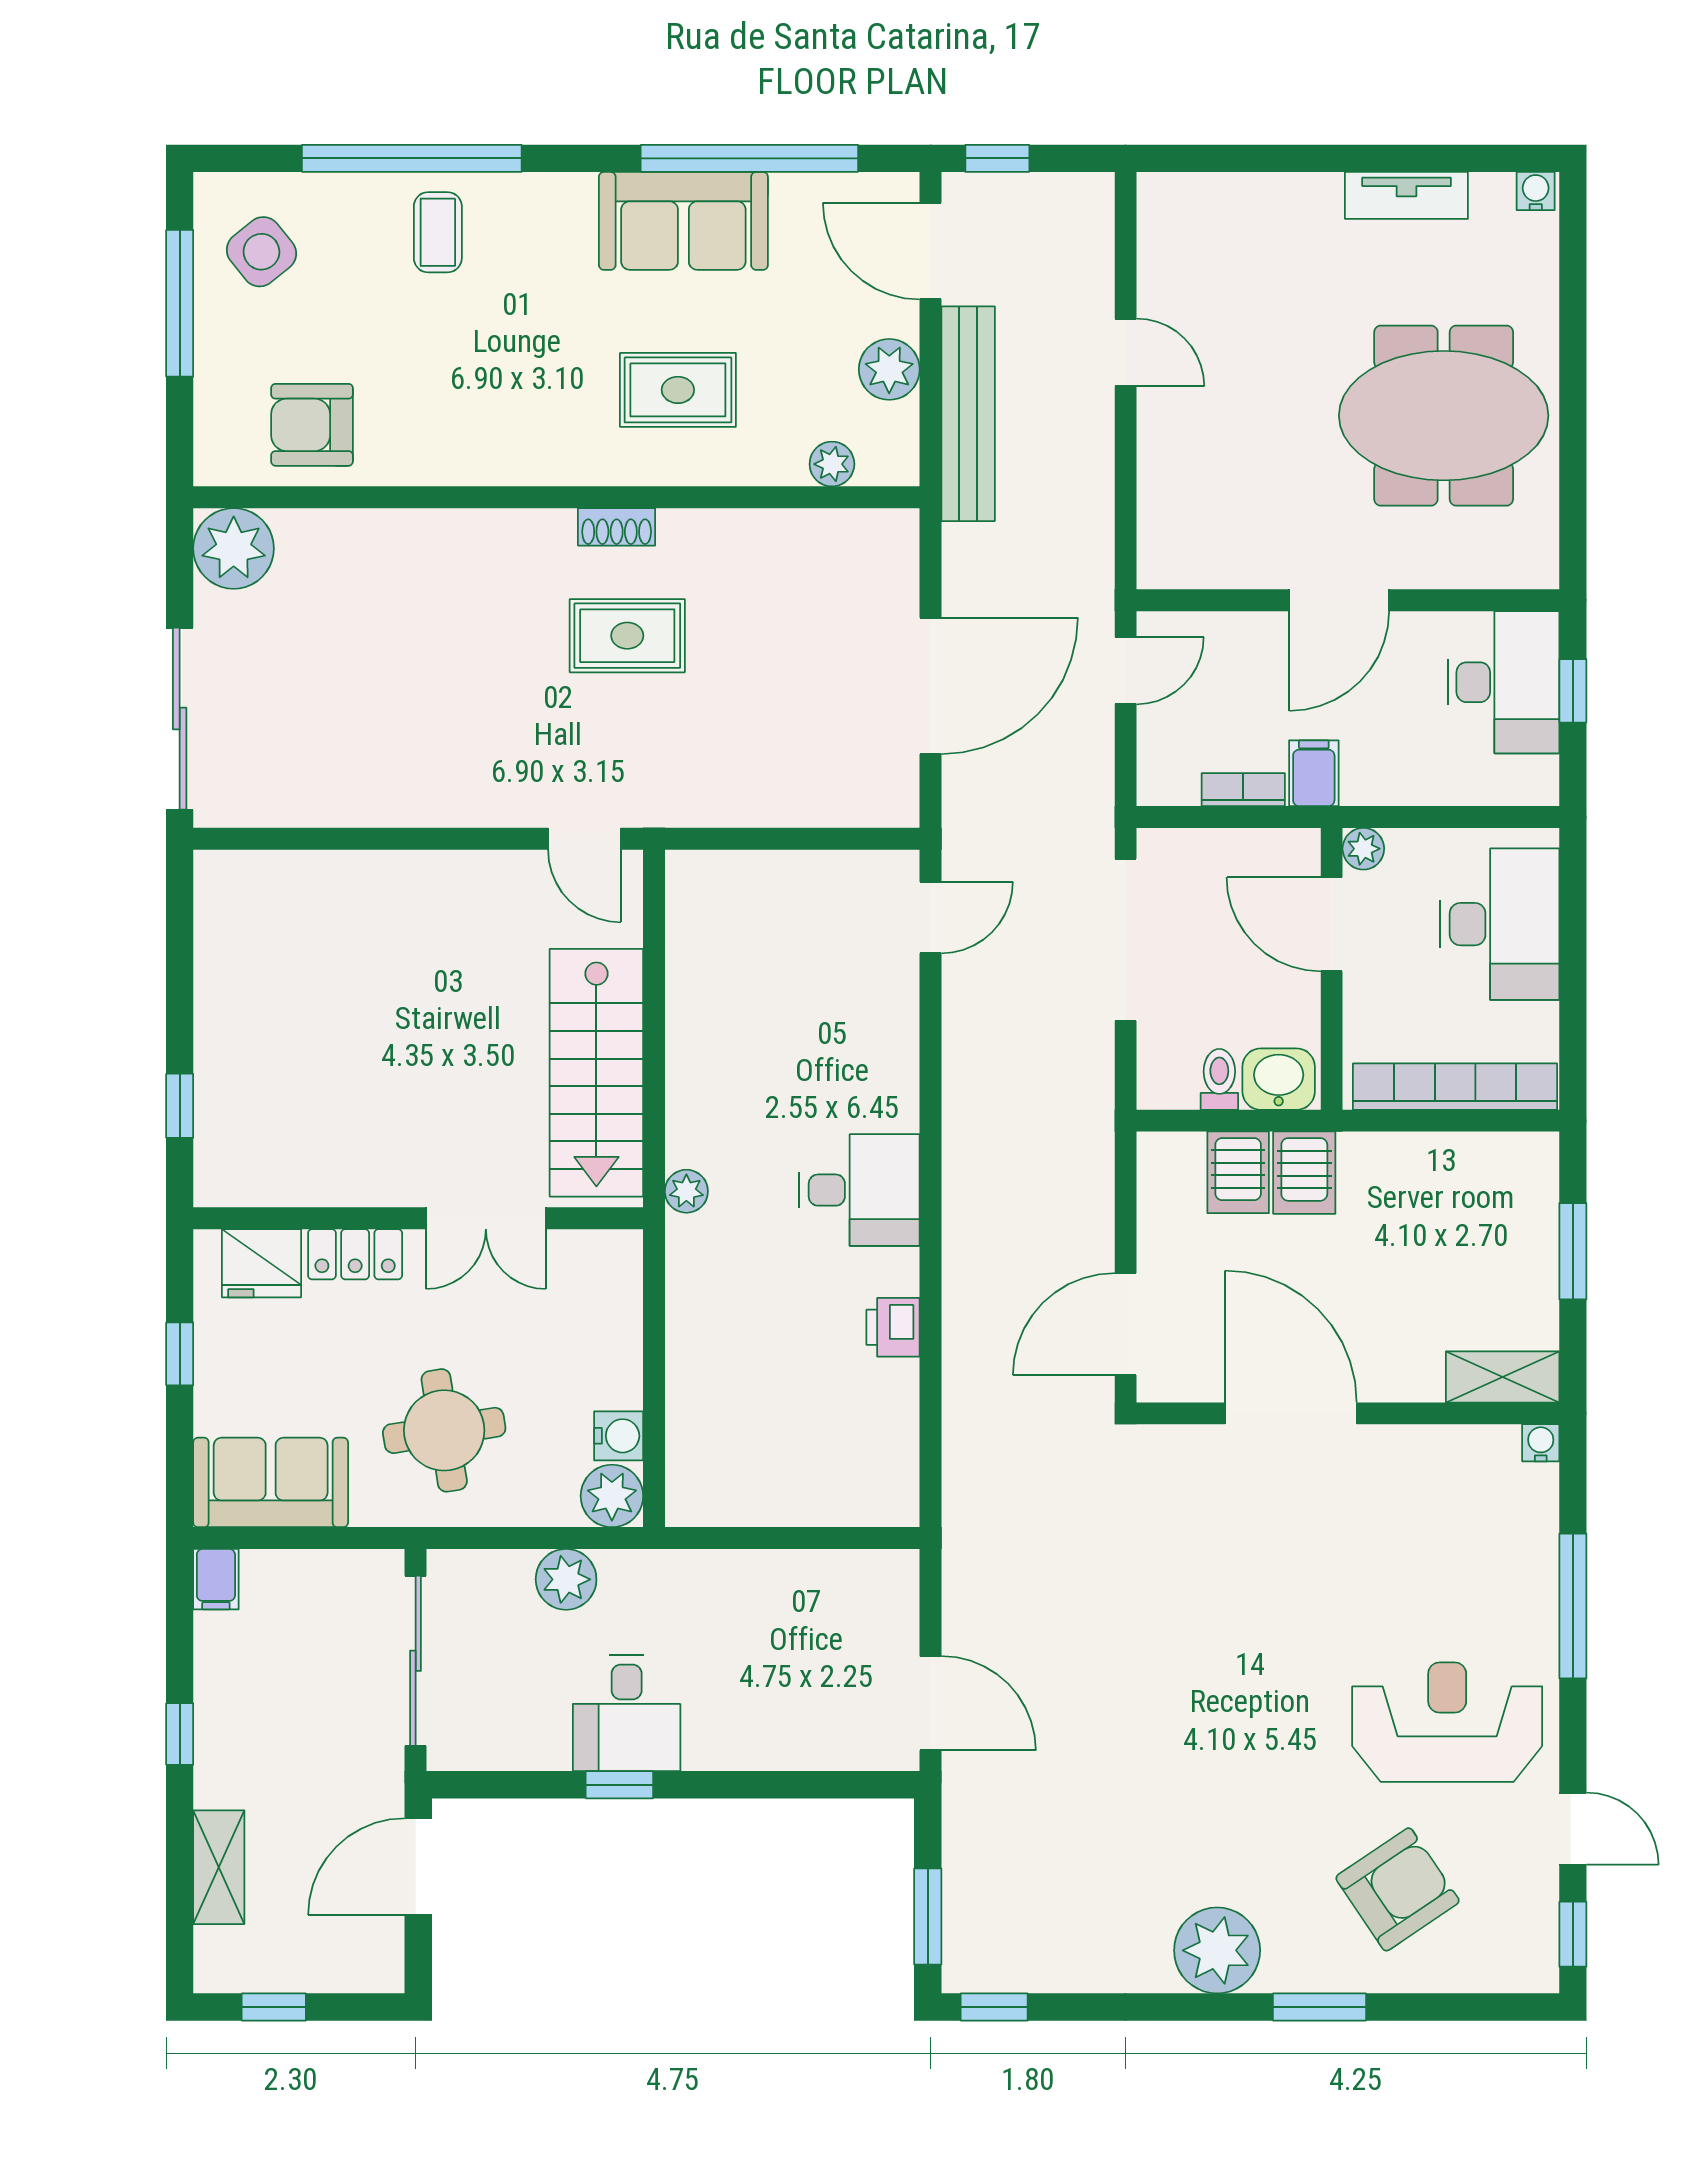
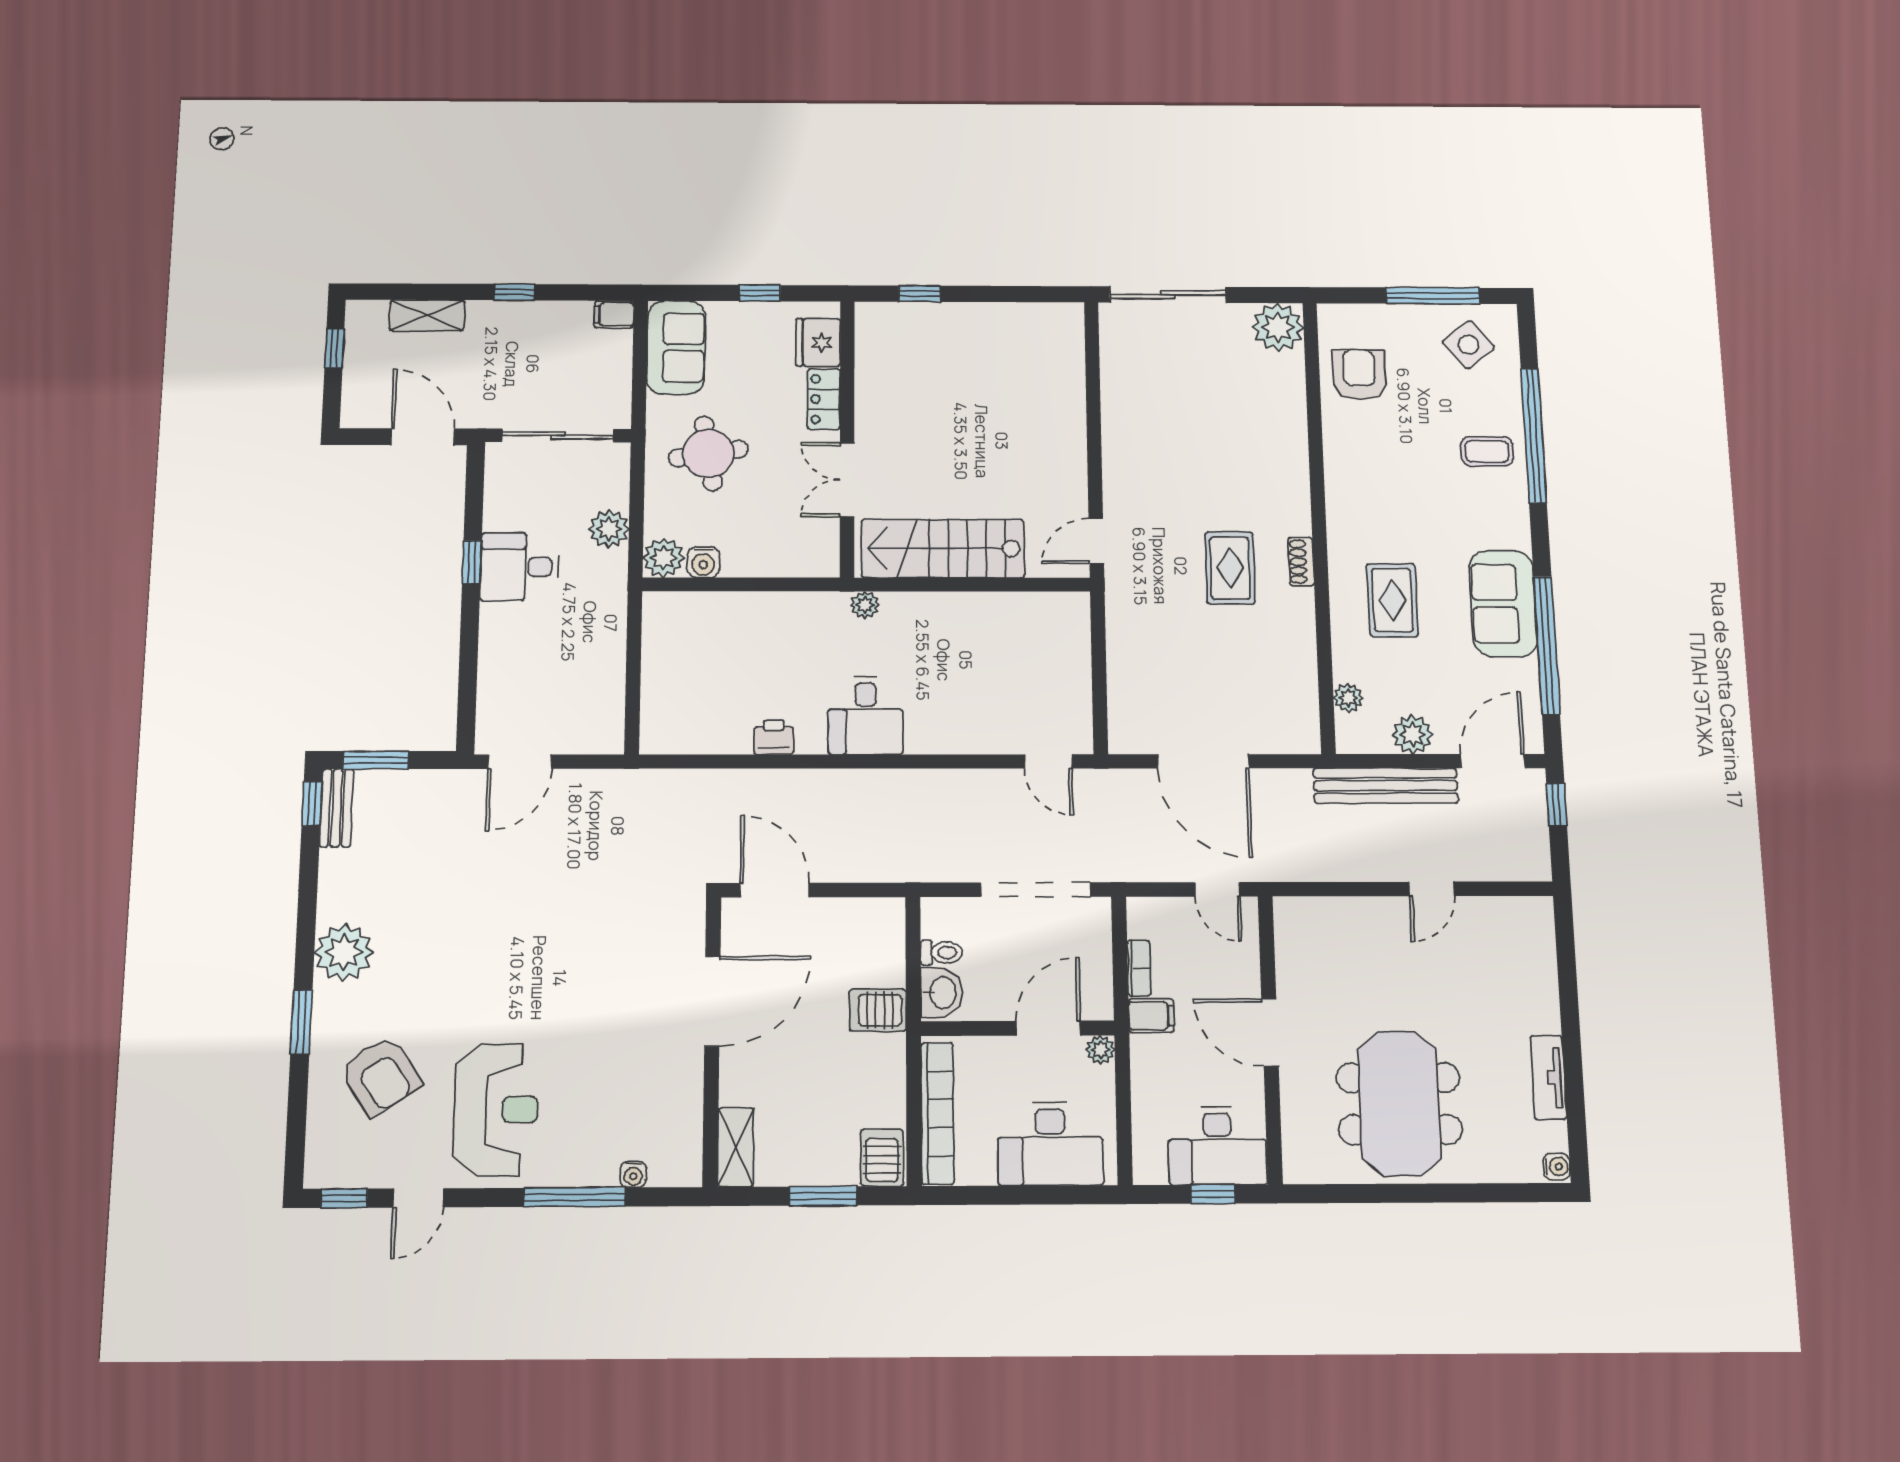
server rack: (1238, 1172) -> (882, 1158), moved, turned 90
water cooler: (1541, 1443) -> (633, 1174), moved, turned 90
bench: (1001, 1971) -> (337, 808), added

